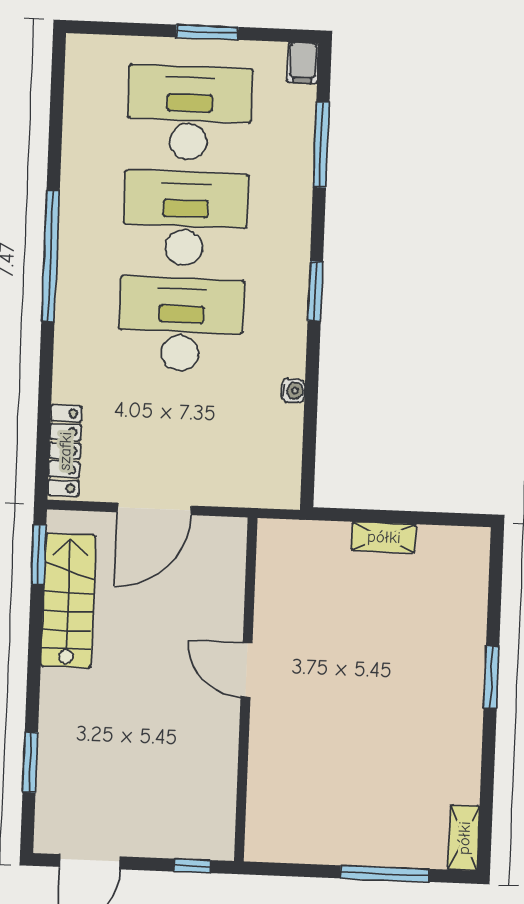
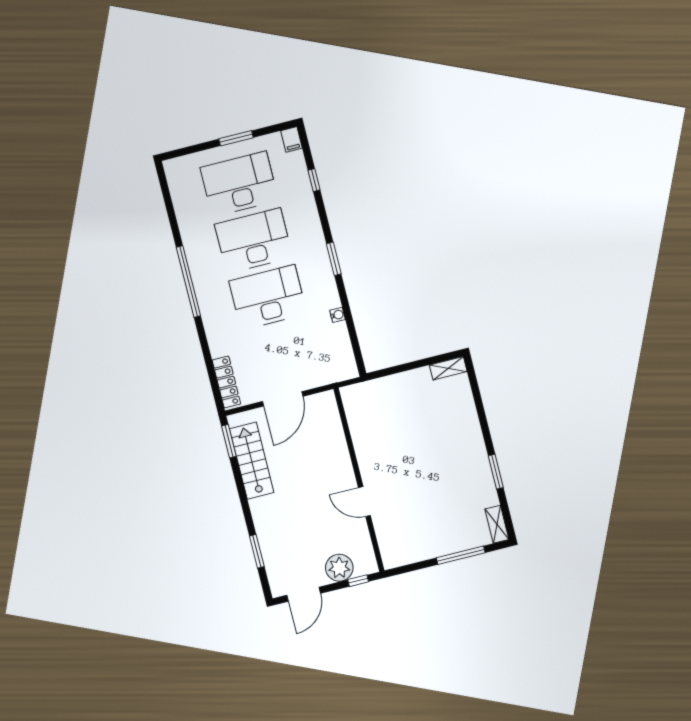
window: (321, 145) -> (314, 180), width x0.46
shelving: (384, 537) -> (448, 368), moved
door: (247, 670) -> (364, 502), moved
window: (491, 677) -> (496, 472), moved
plant: (166, 833) -> (339, 568), added

